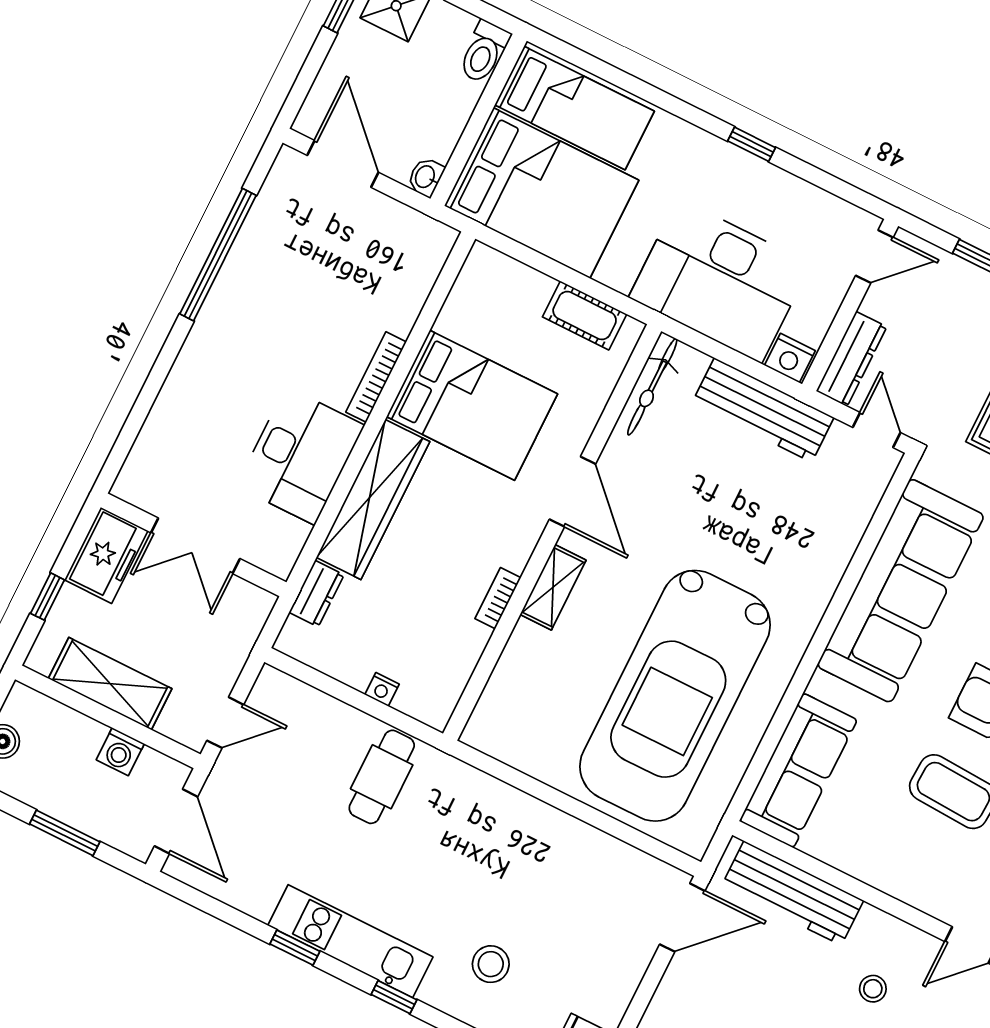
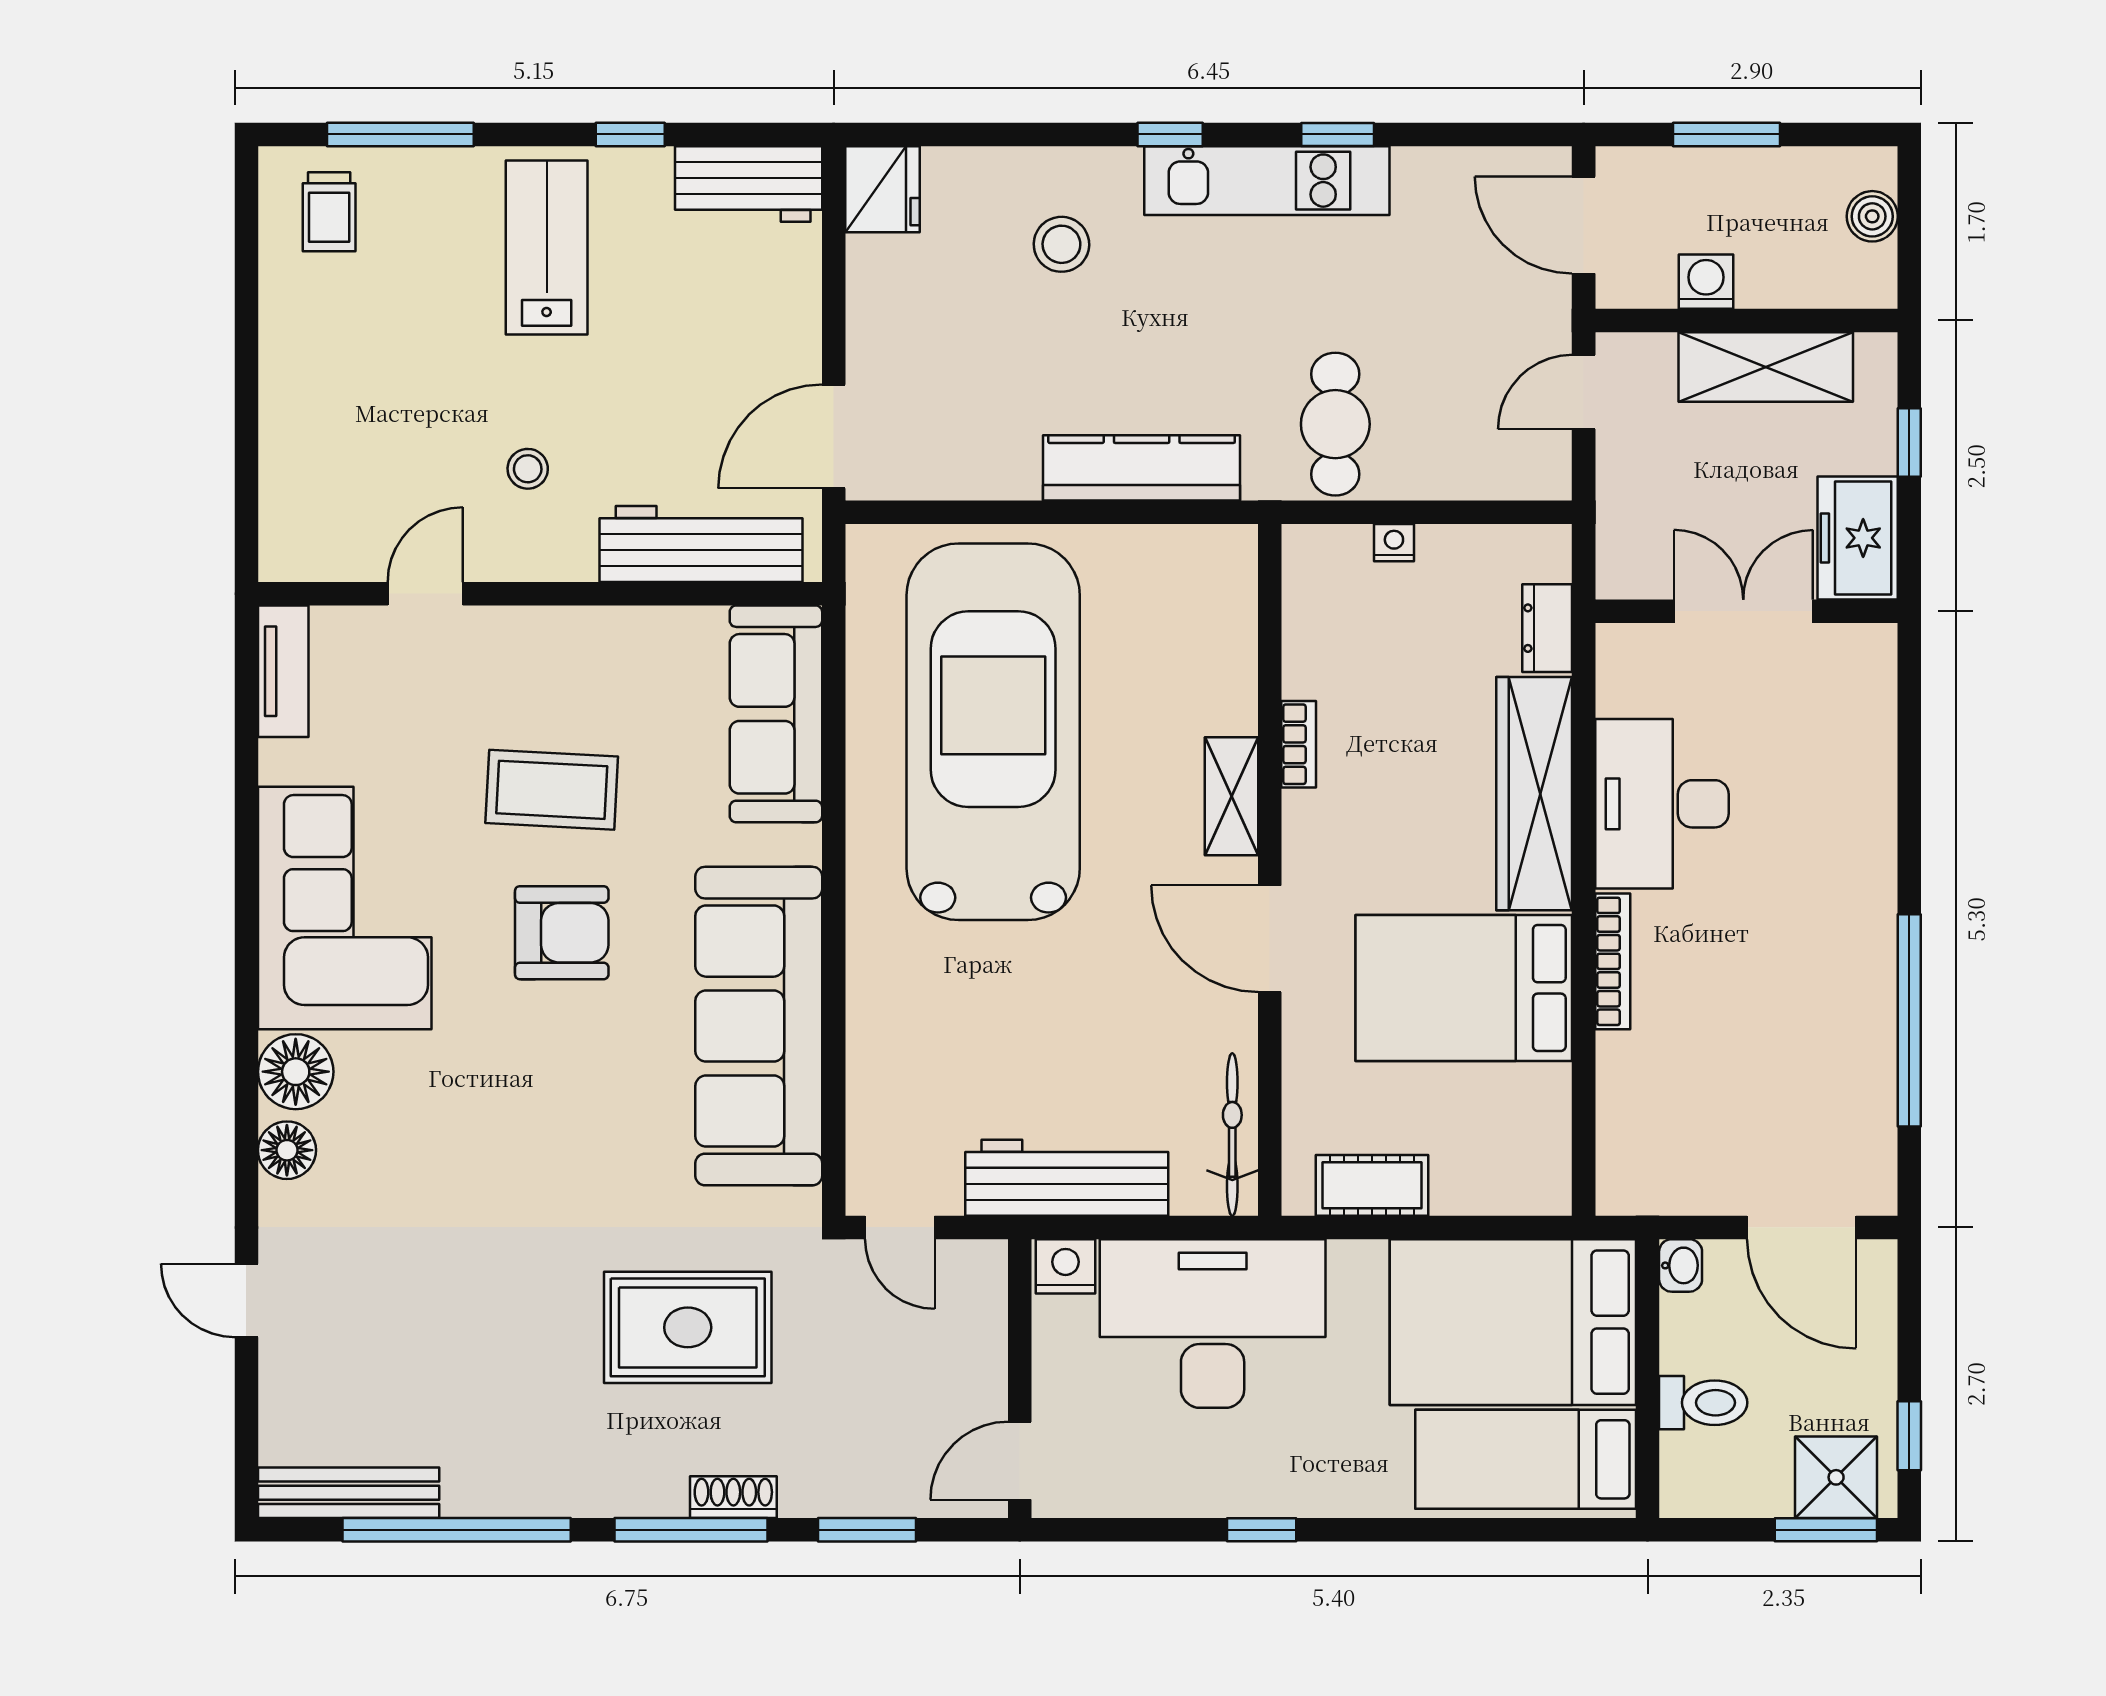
toilet: (484, 52) -> (1703, 1403), moved, turned 90
dresser: (851, 359) -> (982, 1307), removed
kitchen counter: (509, 808) -> (1142, 468), added

